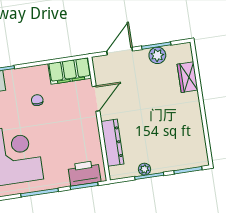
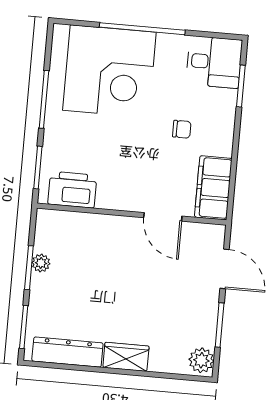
plant: (157, 55) -> (201, 360), moved
wardrobe: (188, 77) -> (126, 357), moved
dresser: (112, 143) -> (67, 352), moved, turned 180
printer: (84, 173) -> (72, 190), moved, turned -90

